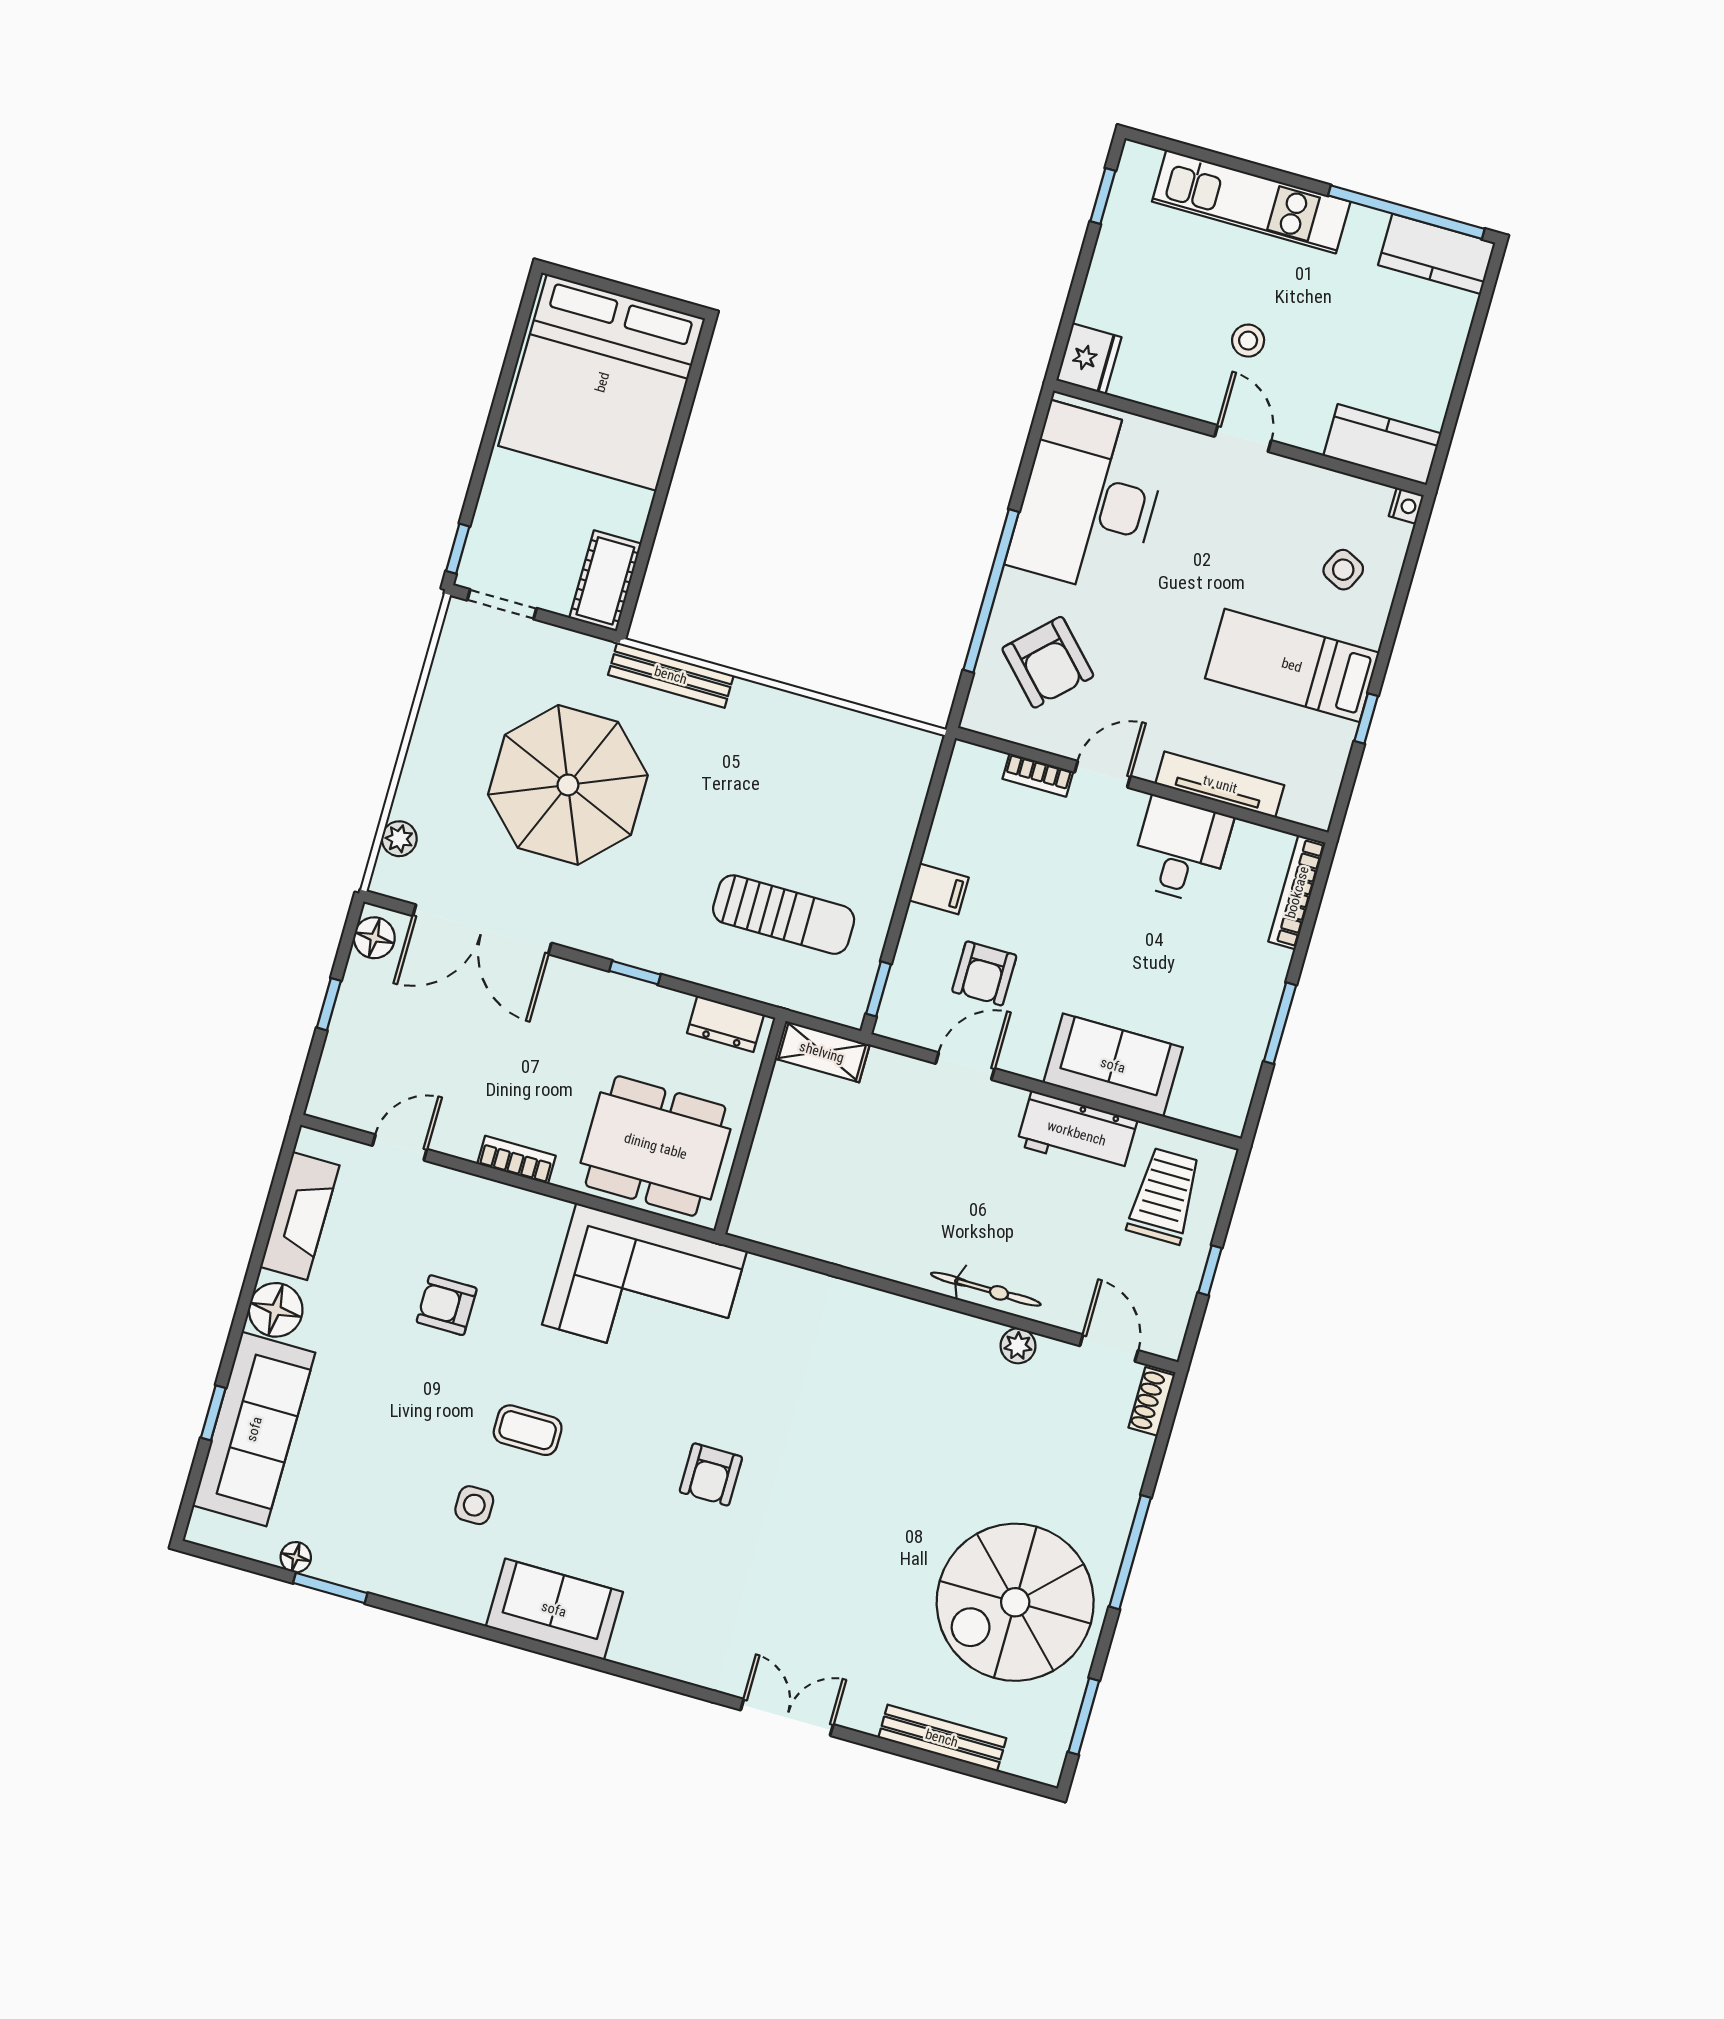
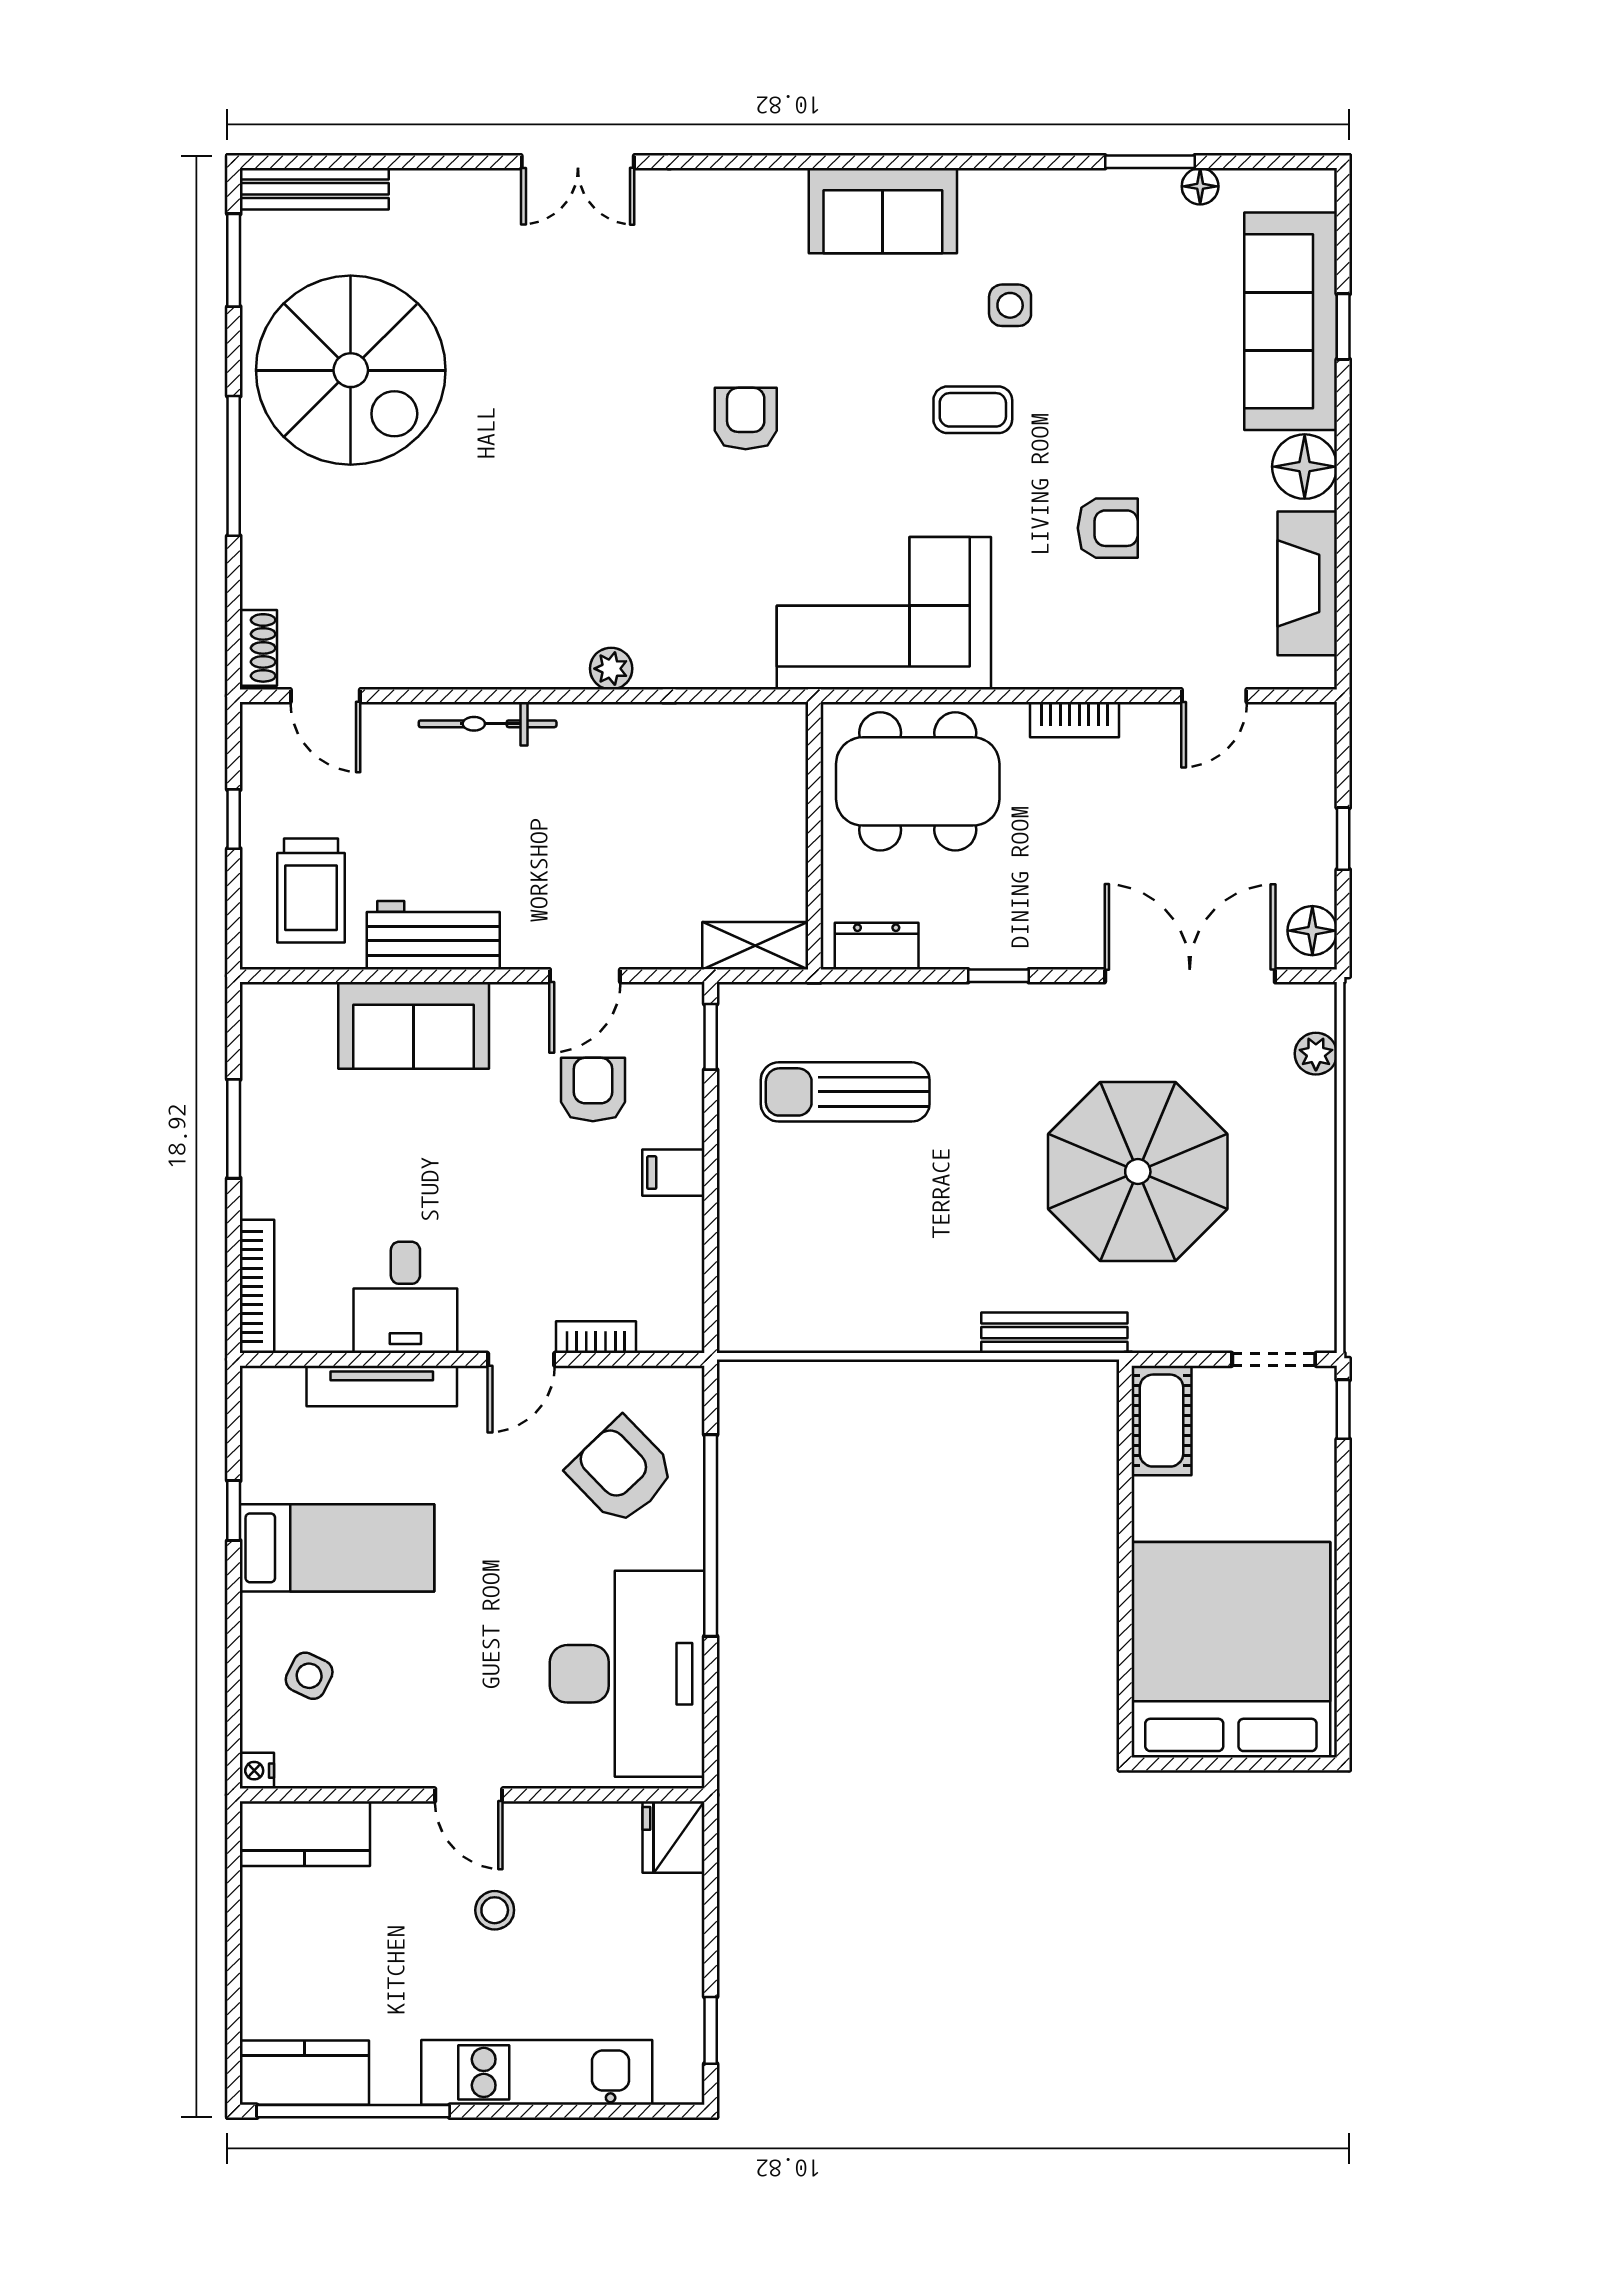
plant: (1018, 1346) -> (611, 669), moved
spiral stairs: (1015, 1602) -> (351, 370), turned 90
bench: (942, 1738) -> (314, 189), moved

